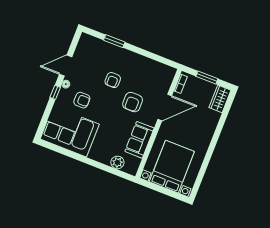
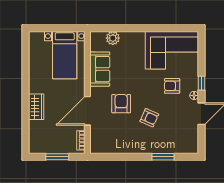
armchair: (113, 80) -> (149, 118), turned 114
wardrobe: (220, 99) -> (36, 107), moved
bed with nightstands: (172, 167) -> (65, 55), width x0.73

